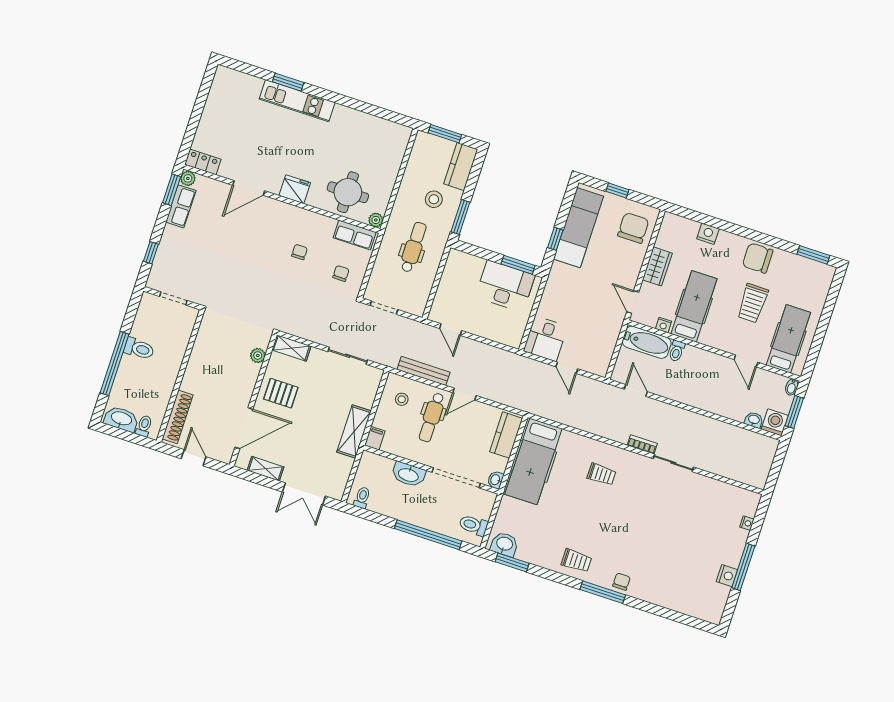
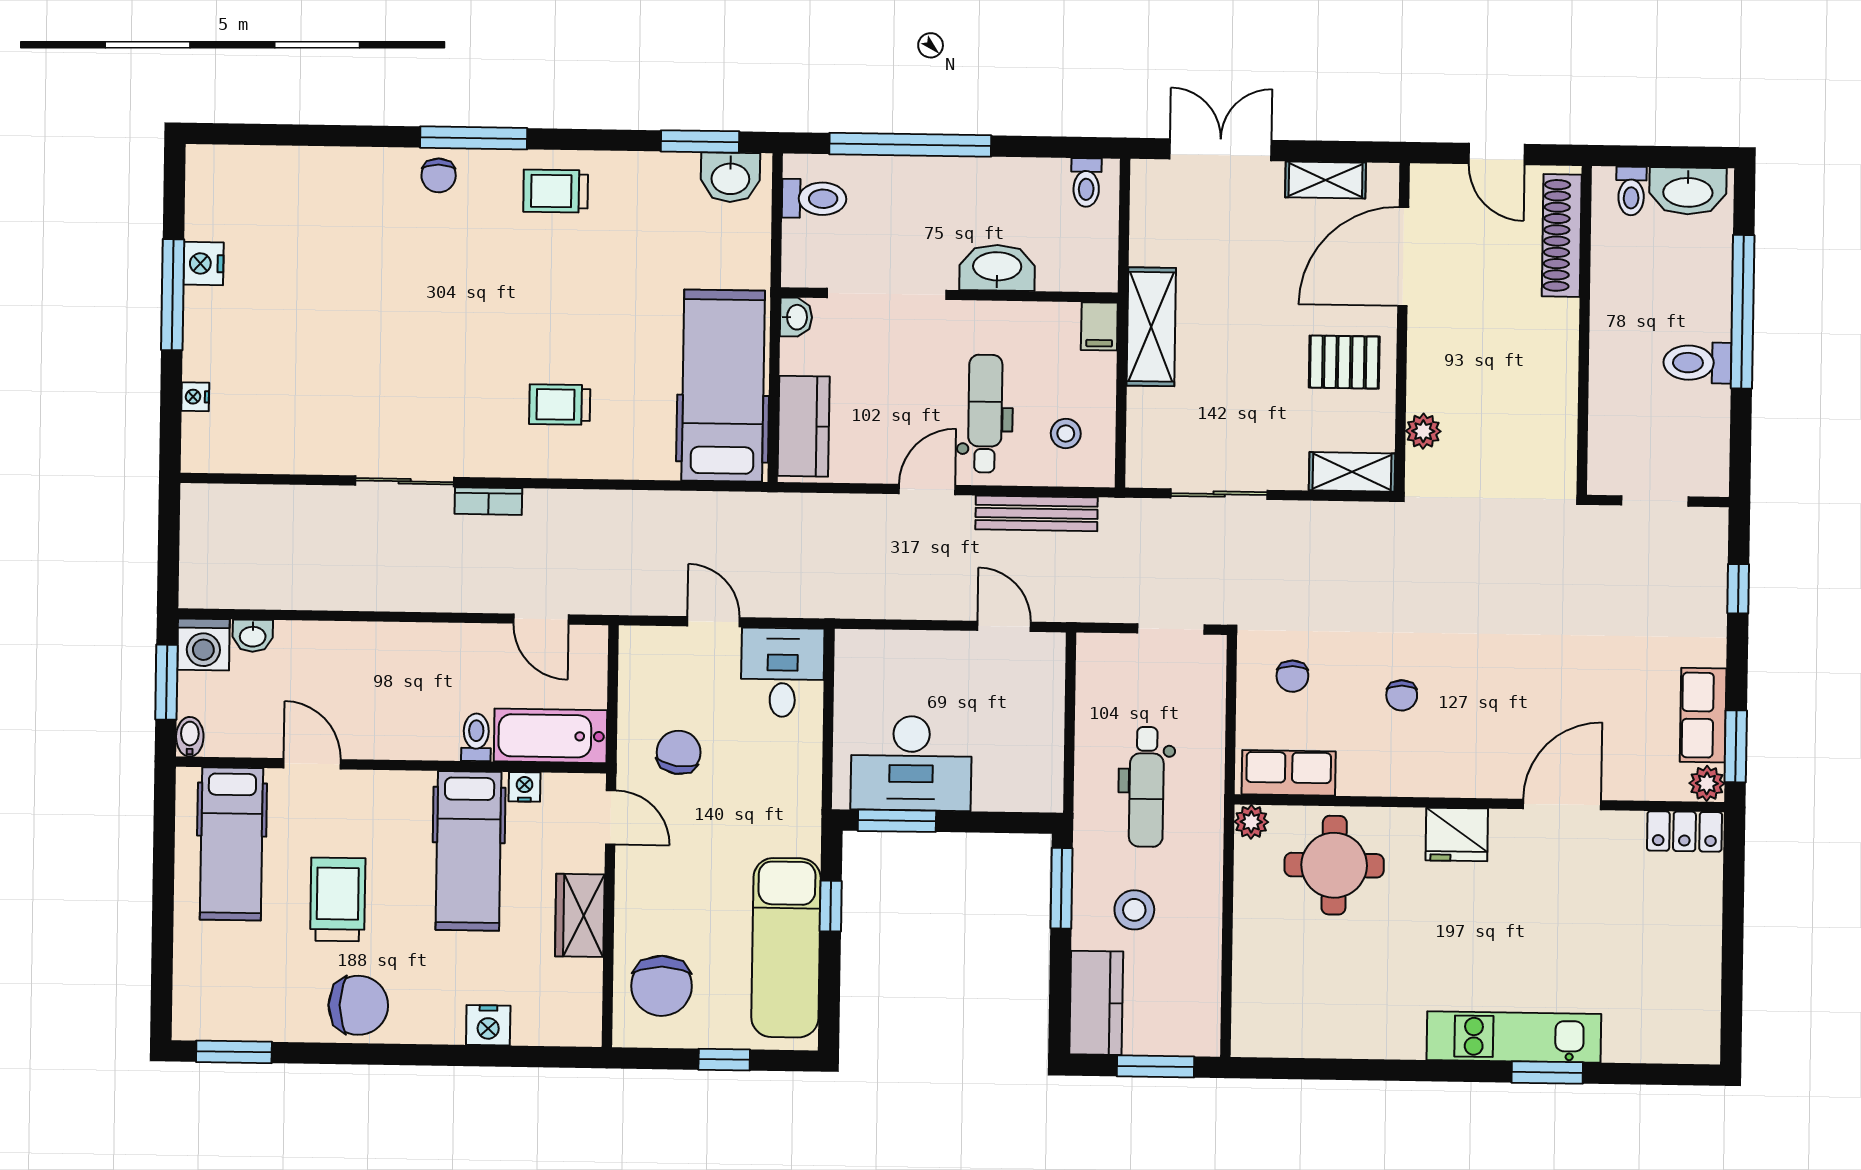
chair: (597, 320) -> (679, 752), added

